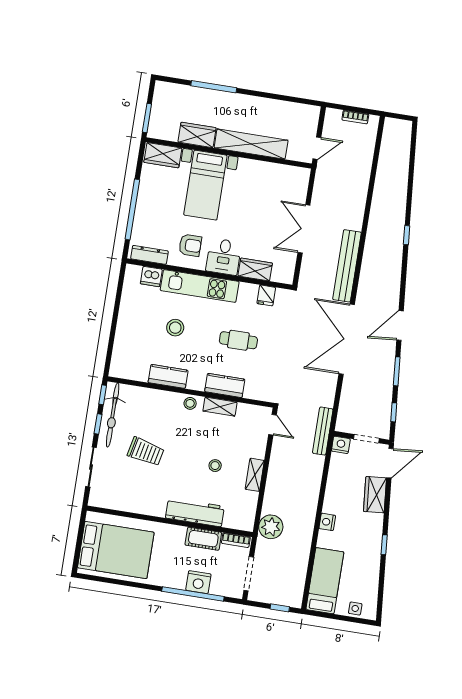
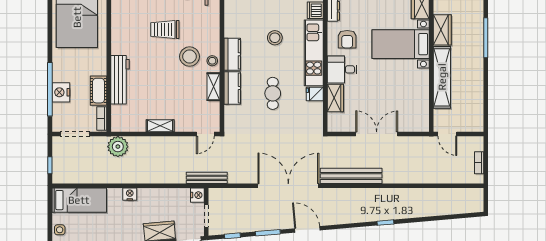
fridge: (266, 295) -> (315, 94), moved
kitchen counter: (168, 376) -> (232, 54), moved
trolley: (146, 452) -> (165, 29), turned 78
stool: (215, 466) -> (190, 57), moved, width x1.89, depth x1.89

